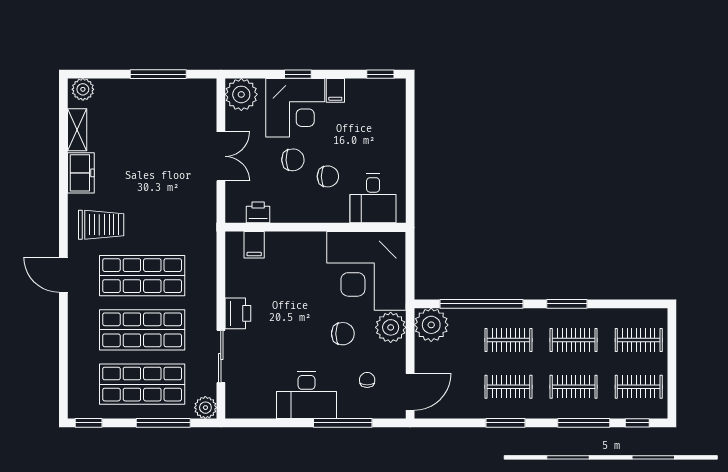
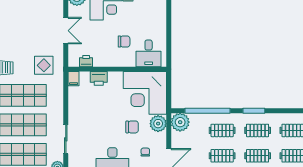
chair: (293, 160) -> (105, 32), removed
display table: (180, 220) -> (44, 65), added
filing cabinet: (254, 245) -> (74, 79), moved
printer: (238, 313) -> (99, 78), moved, turned 90

